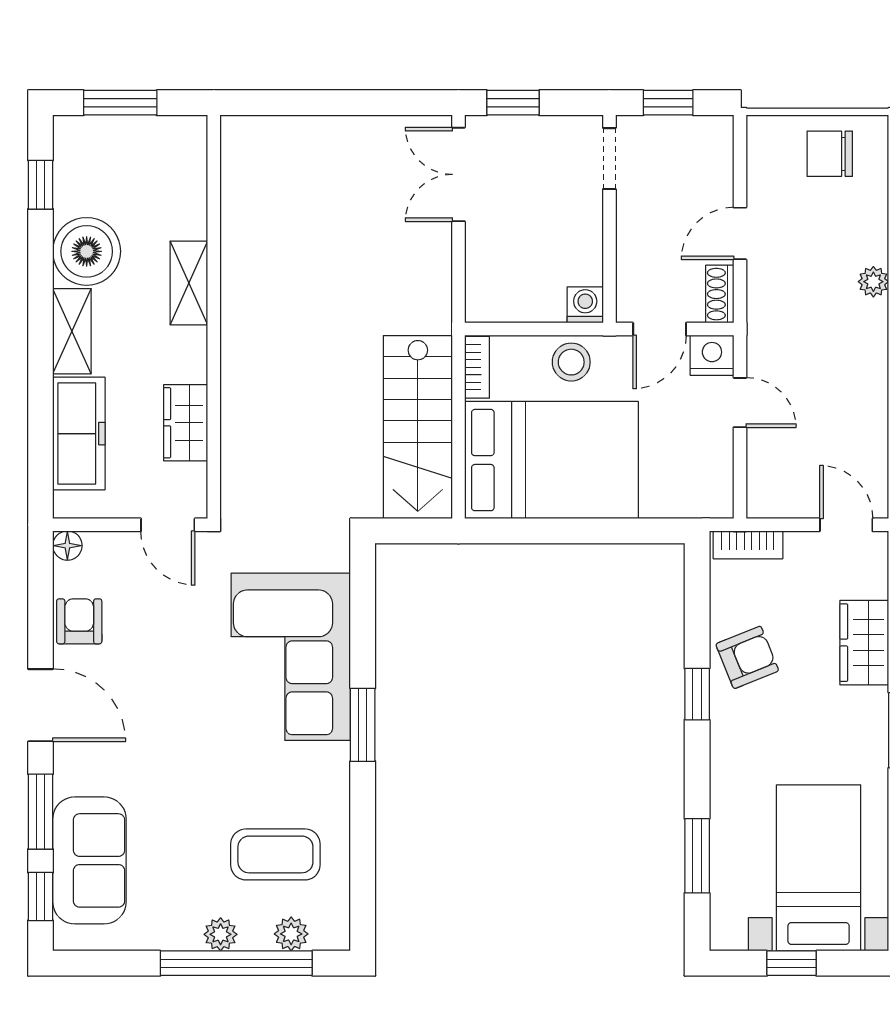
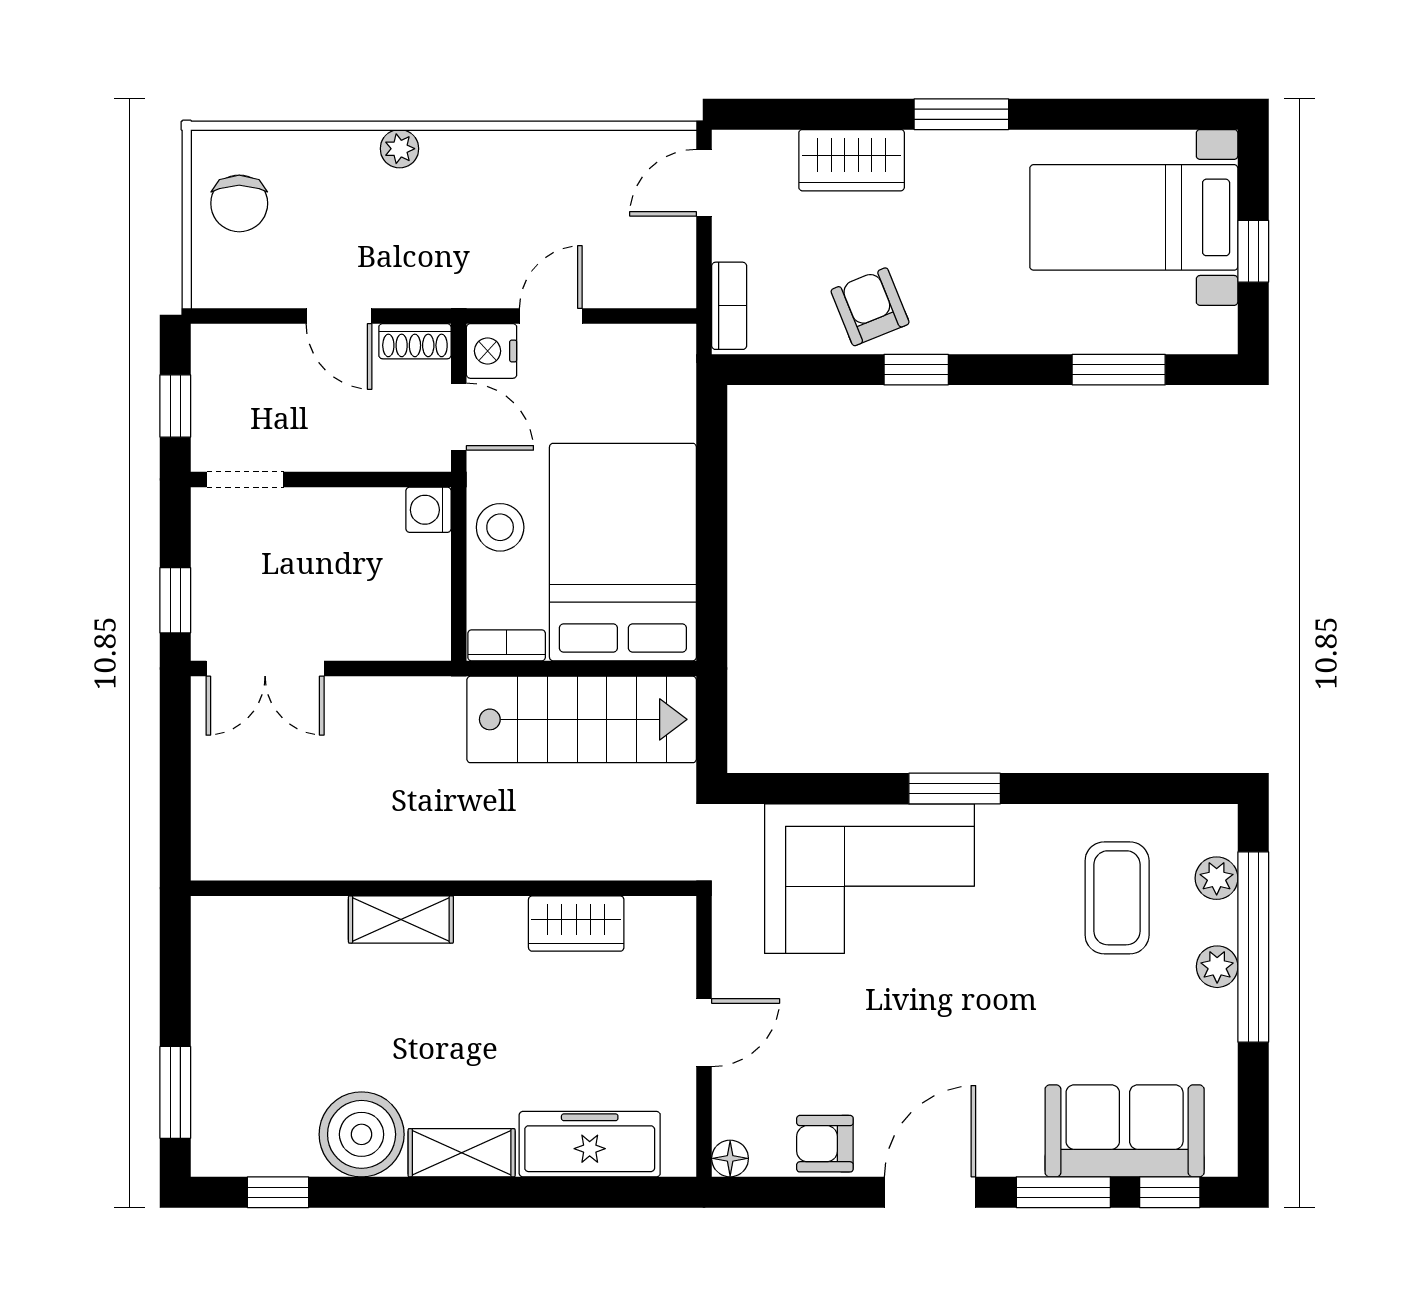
shelving: (189, 283) -> (401, 919), moved
wall: (214, 317) -> (443, 888), moved
wardrobe: (186, 423) -> (576, 924), moved

